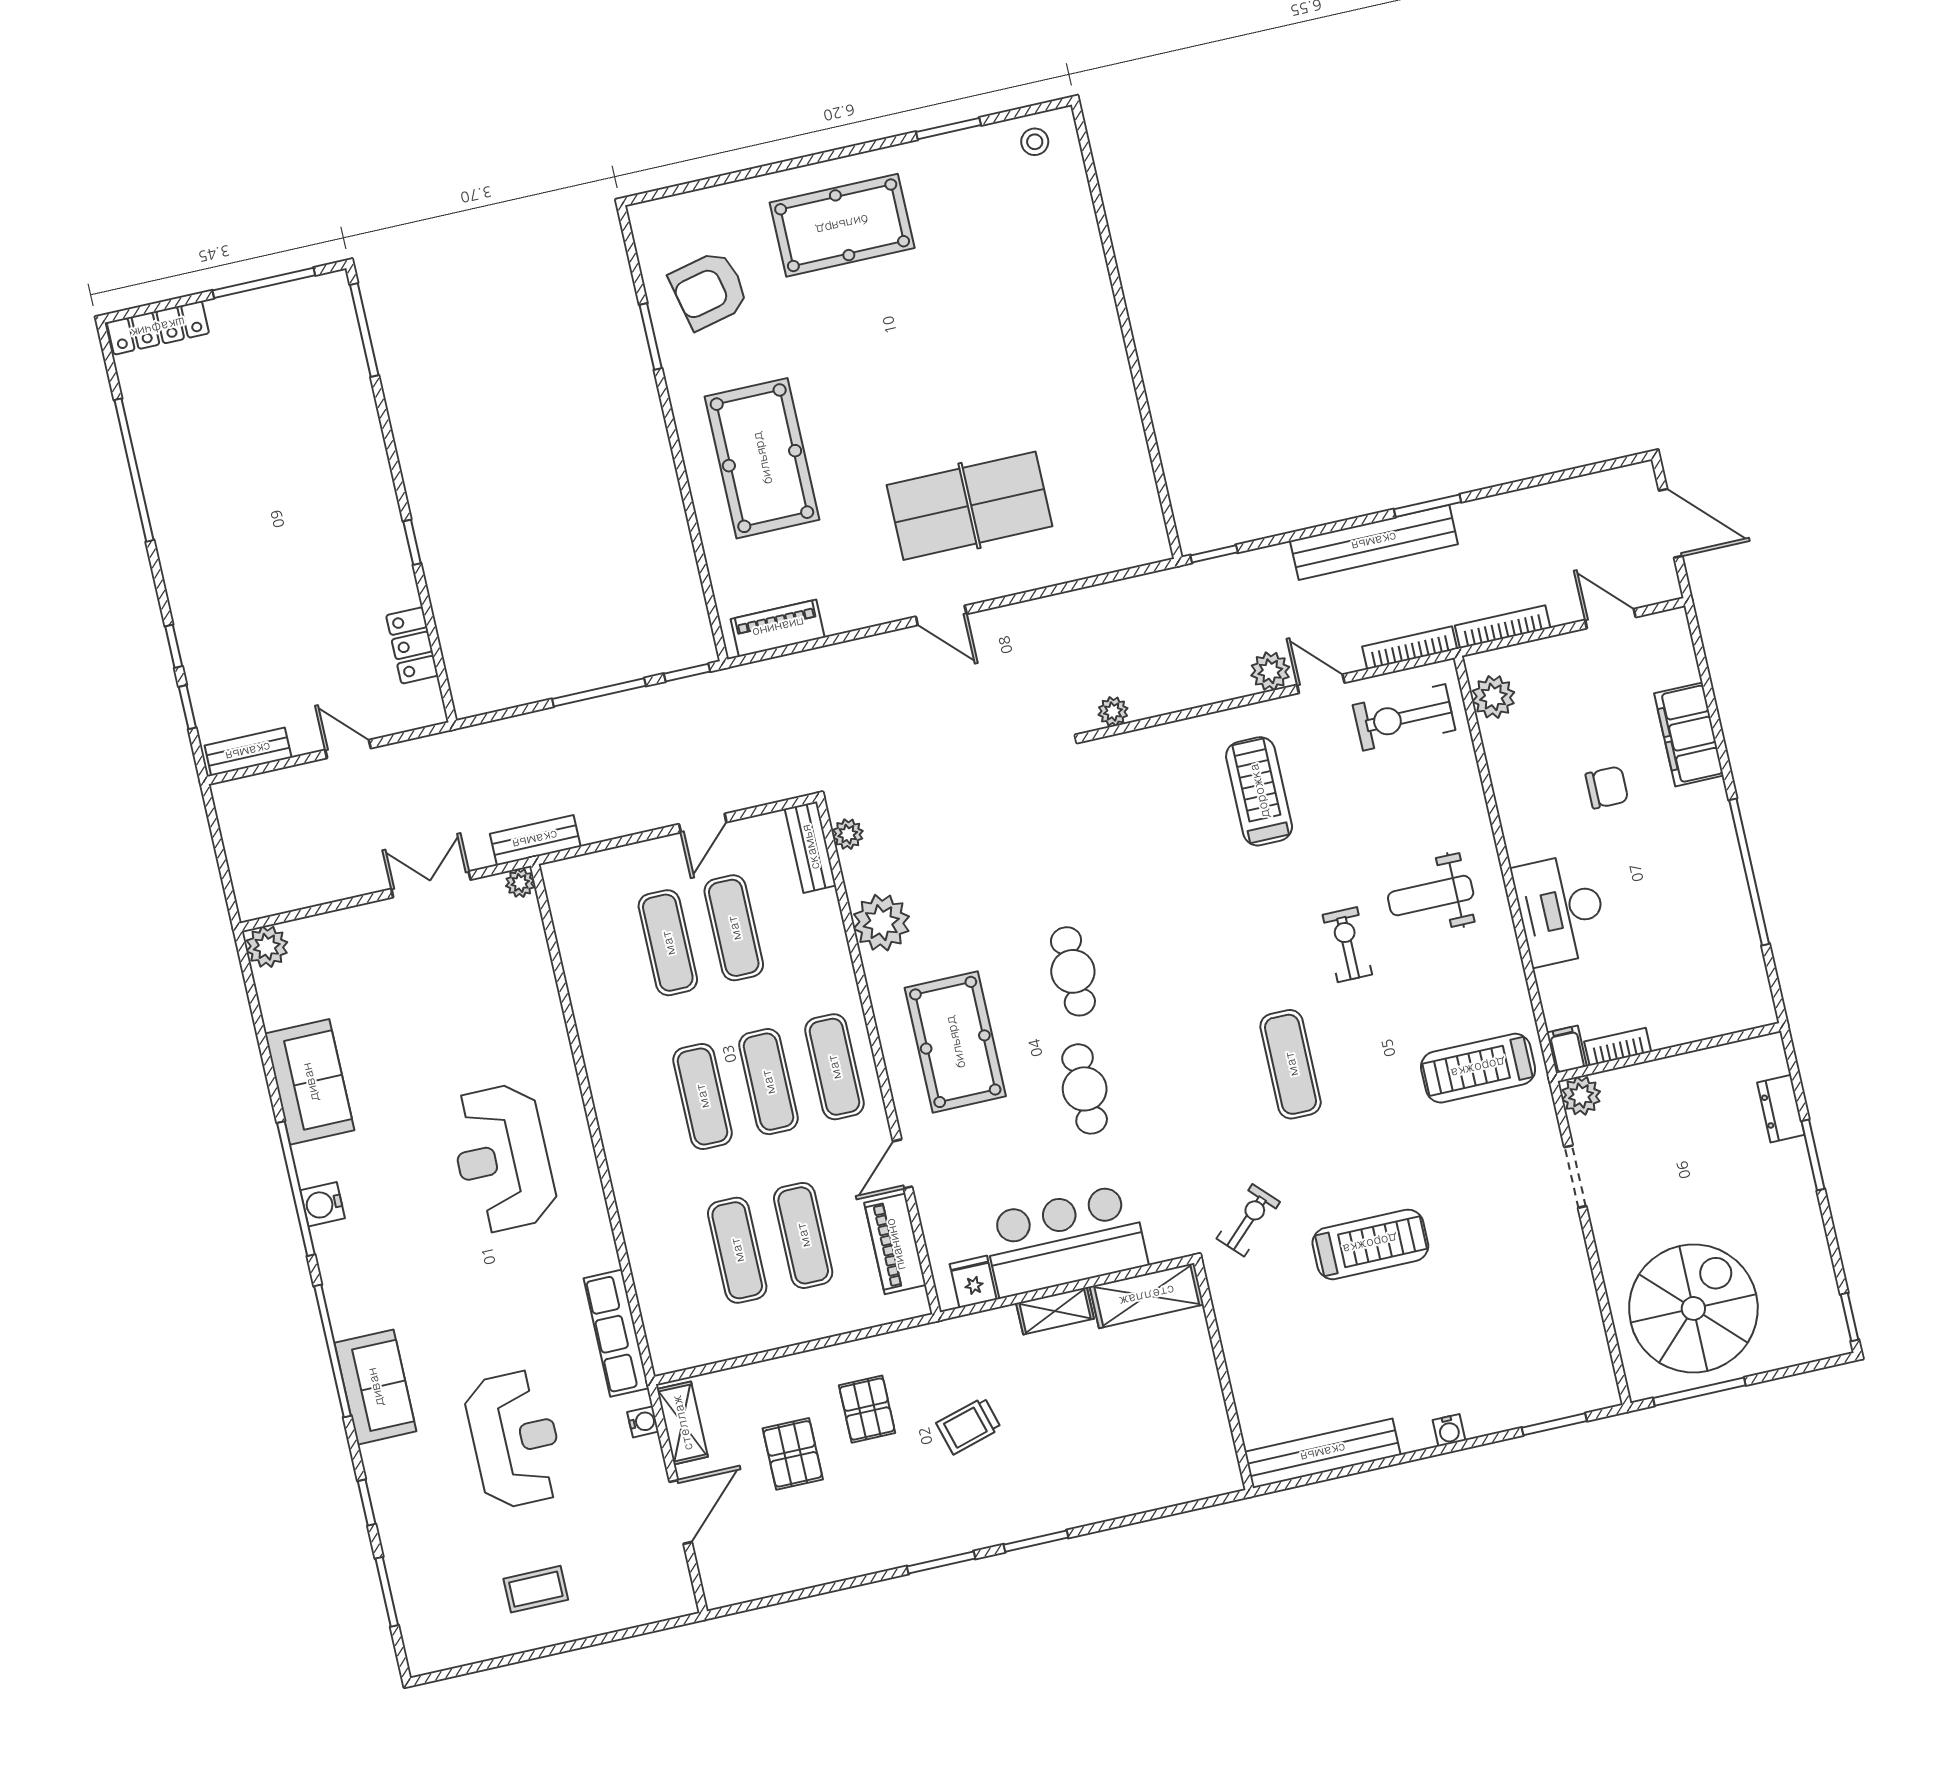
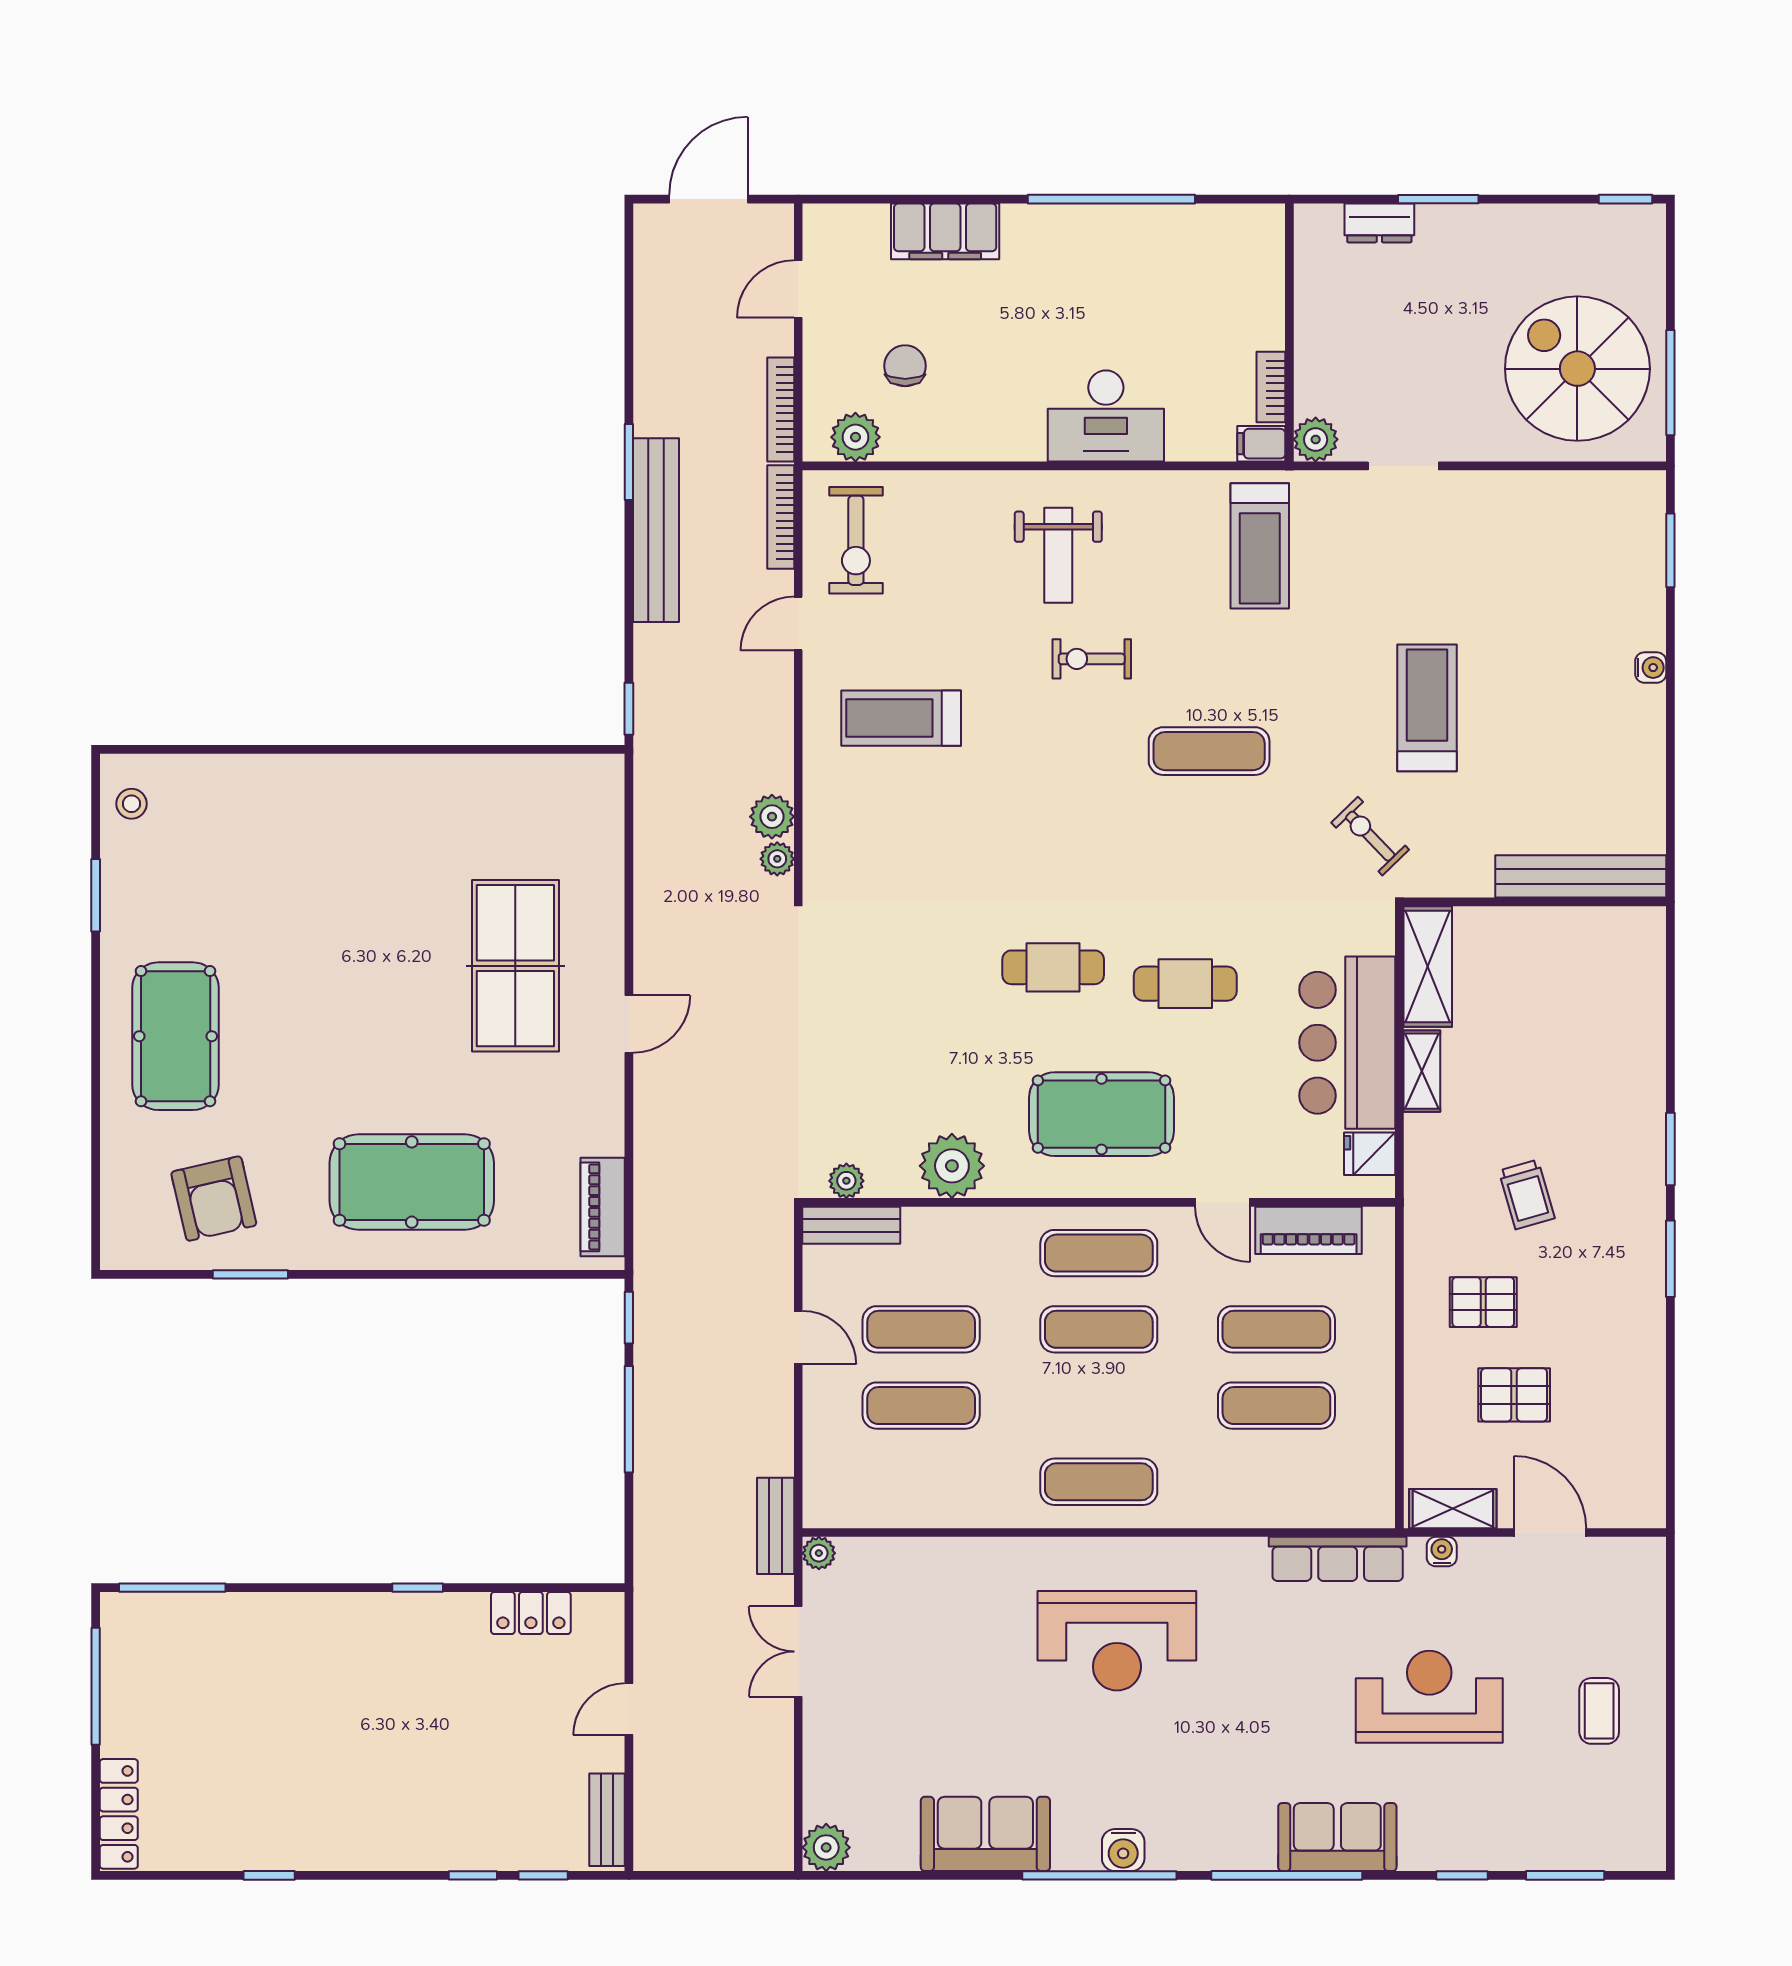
window: (134, 470) -> (269, 1875), width x0.32
plant: (1270, 671) -> (772, 817), moved
chair: (1607, 787) -> (905, 366), moved
exercise mat: (702, 1096) -> (1099, 1482), moved
bench: (1323, 1453) -> (1581, 876), moved, turned 90

